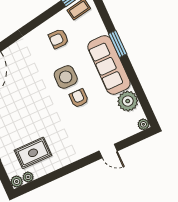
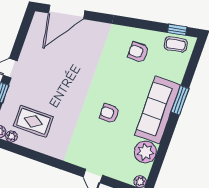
side table: (66, 77) -> (115, 87), removed
armchair: (79, 98) -> (110, 113), turned -90

